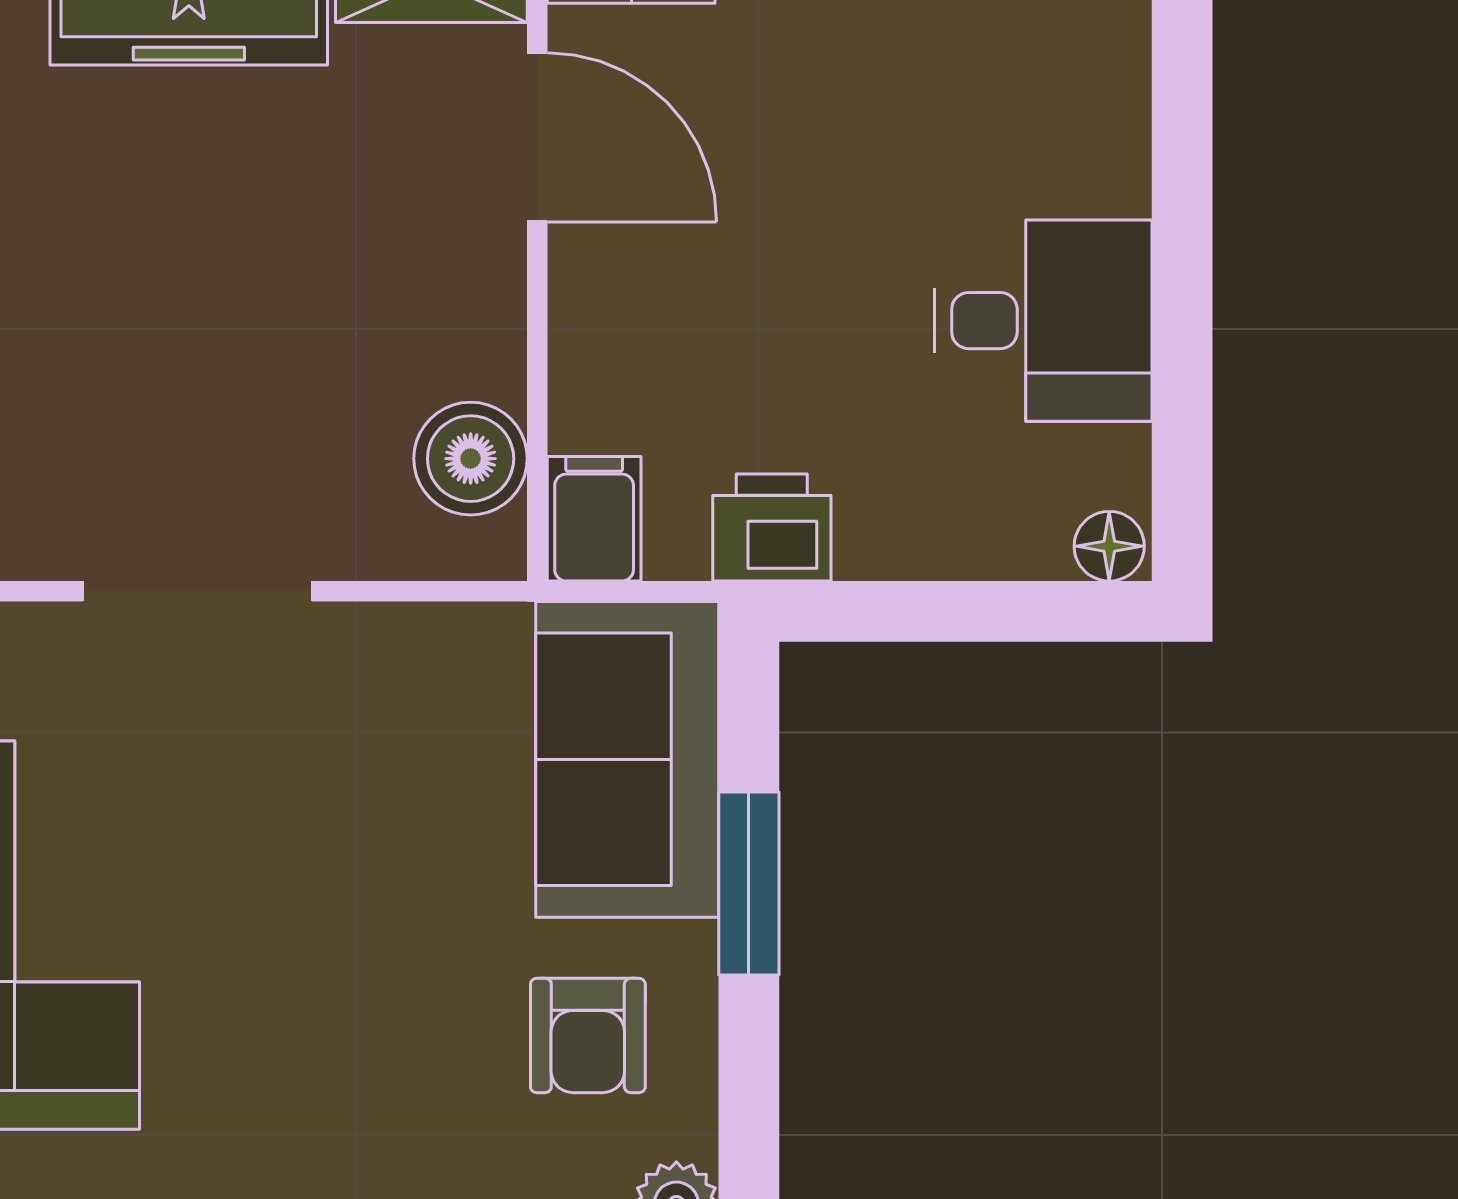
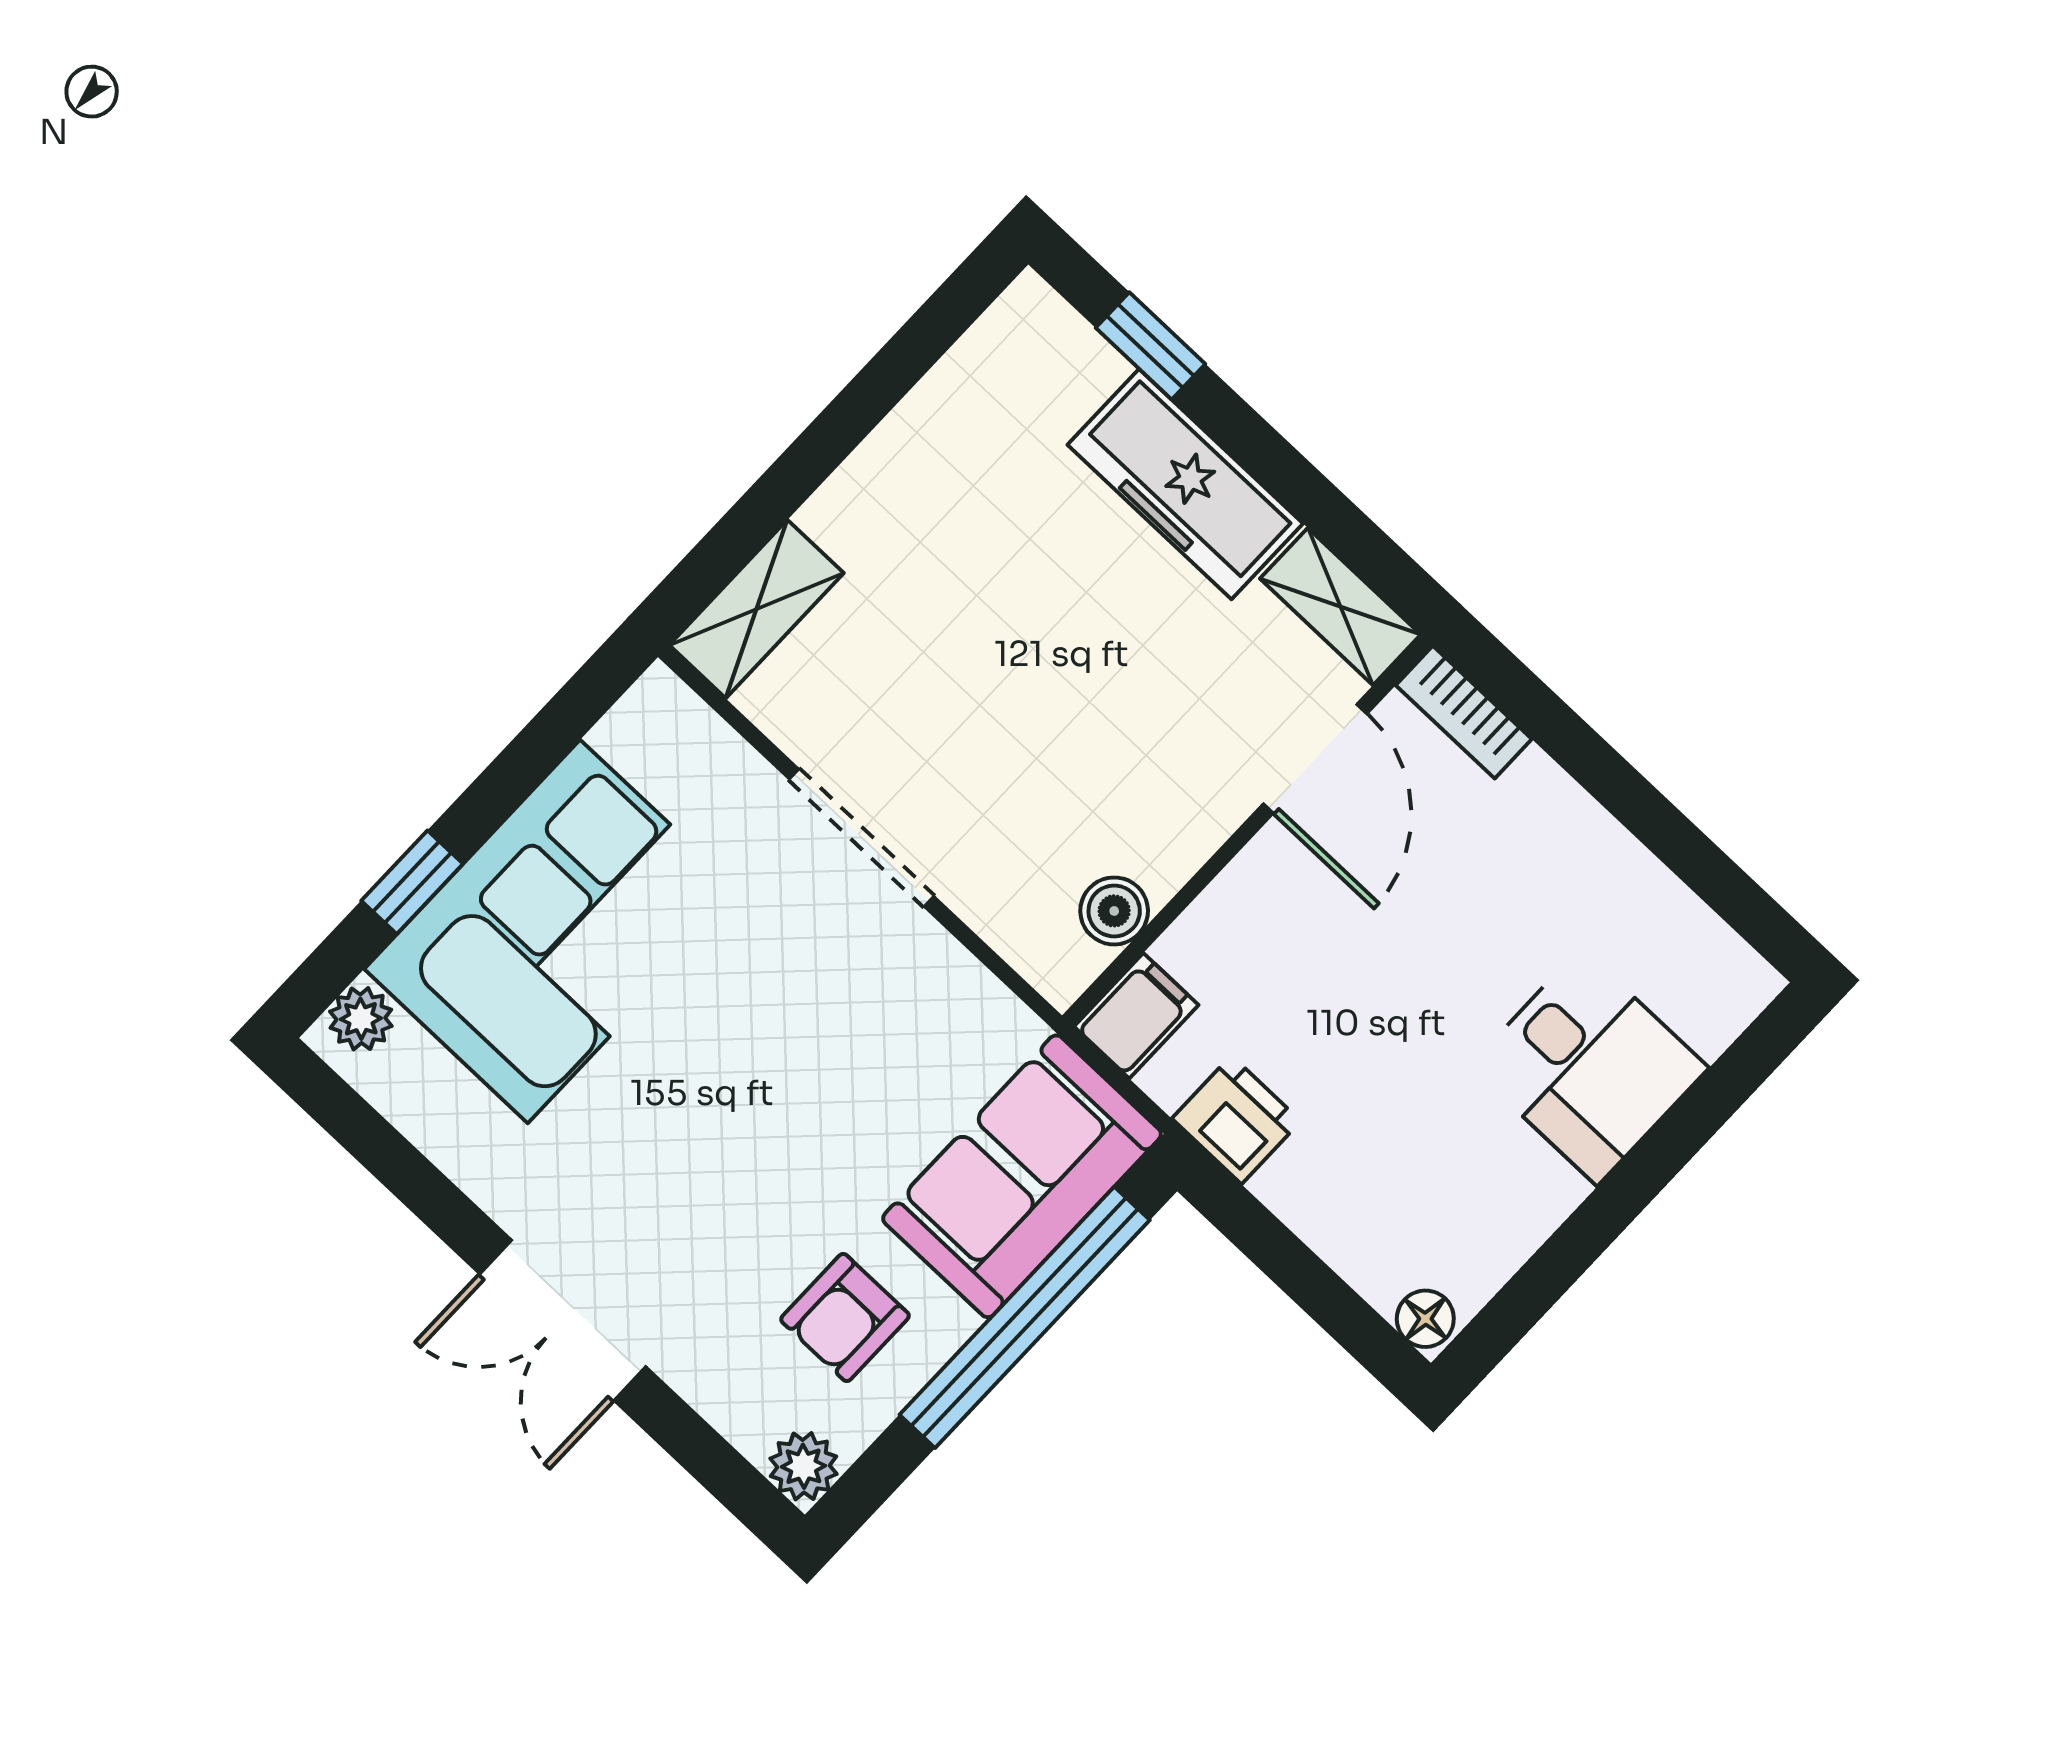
desk: (1043, 321) -> (1589, 1067), moved
boiler: (471, 459) -> (1114, 911), width x0.73, depth x0.73
window: (749, 884) -> (1025, 1317), width x2.11

